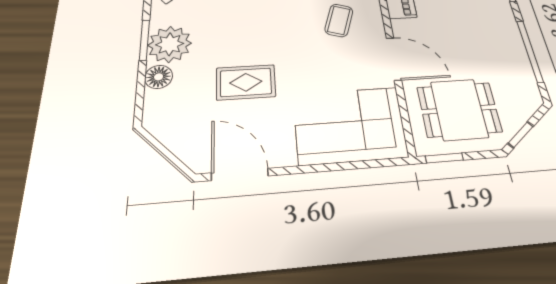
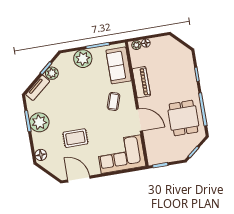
floor lamp: (159, 77) -> (41, 155), moved
dining table: (459, 109) -> (183, 118), moved, turned 90

